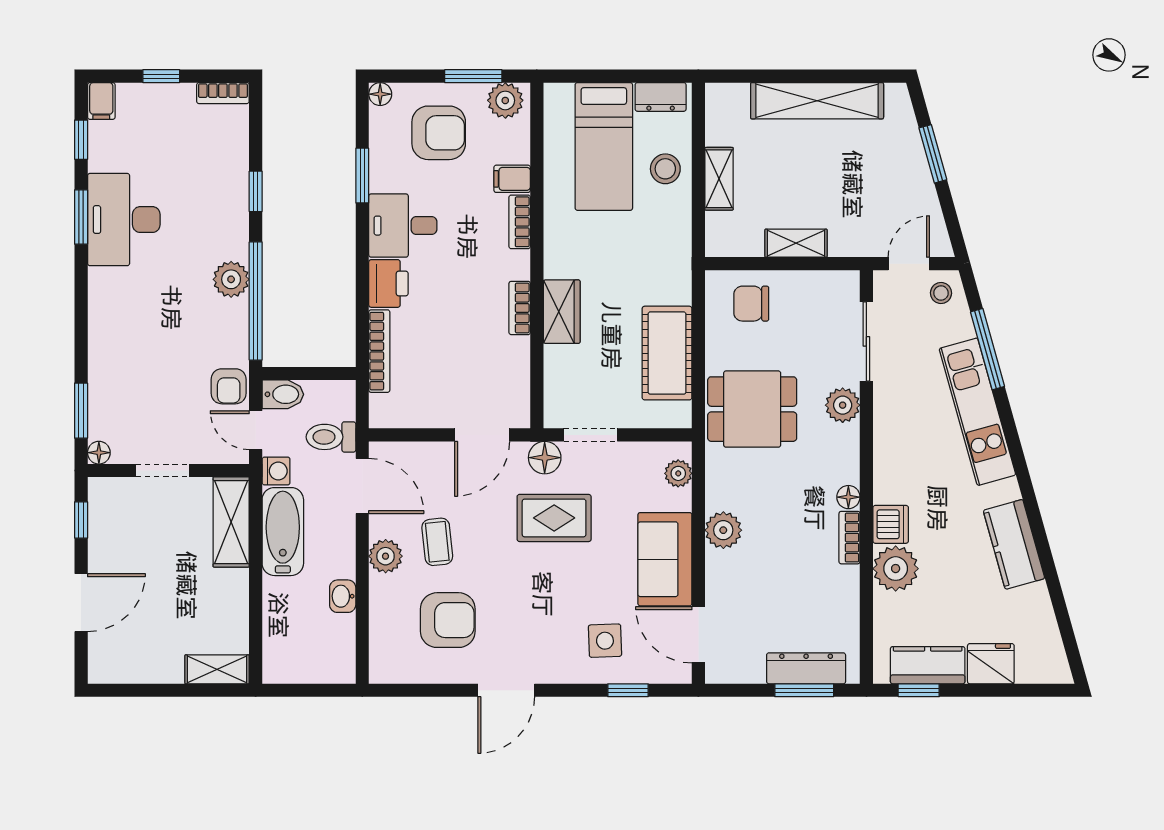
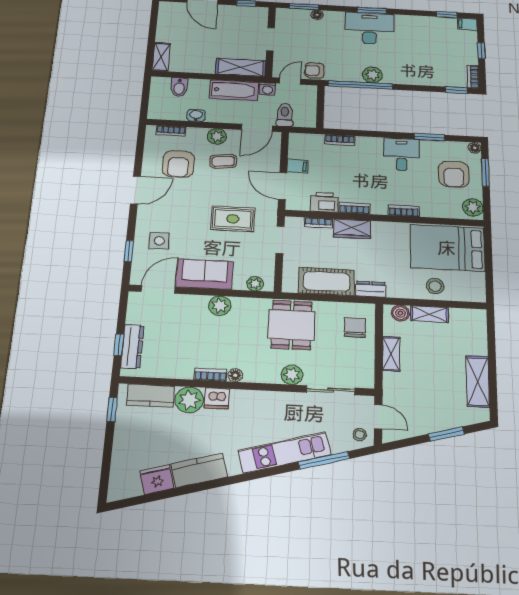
window: (473, 76) -> (485, 173), moved
dresser: (661, 97) -> (371, 289), moved, turned 90
shelving: (817, 101) -> (478, 382), width x0.68
bed: (604, 146) -> (447, 248), width x1.50
filing cabinet: (512, 179) -> (298, 166), moved, turned 90
window: (256, 191) -> (456, 90), moved
window: (81, 217) -> (372, 10), moved
desk: (124, 220) -> (369, 28), moved
boiler: (720, 228) -> (400, 313), added
printer: (388, 283) -> (324, 202), moved, turned 180
bookcase: (379, 351) -> (340, 140), width x0.64
bookcase: (553, 370) -> (318, 223), added
bidet: (283, 394) -> (179, 87), moved
floor lamp: (99, 453) -> (317, 15), moved
floor lamp: (545, 458) -> (268, 216), removed
rug: (554, 518) -> (233, 219), turned 90
bookcase: (379, 638) -> (171, 131), added
fridge: (991, 664) -> (157, 480), moved, turned -106
kitchen counter: (928, 665) -> (151, 396), moved, turned 90
door: (506, 690) -> (135, 190), swing flipped
window: (804, 690) -> (119, 345), width x0.67

